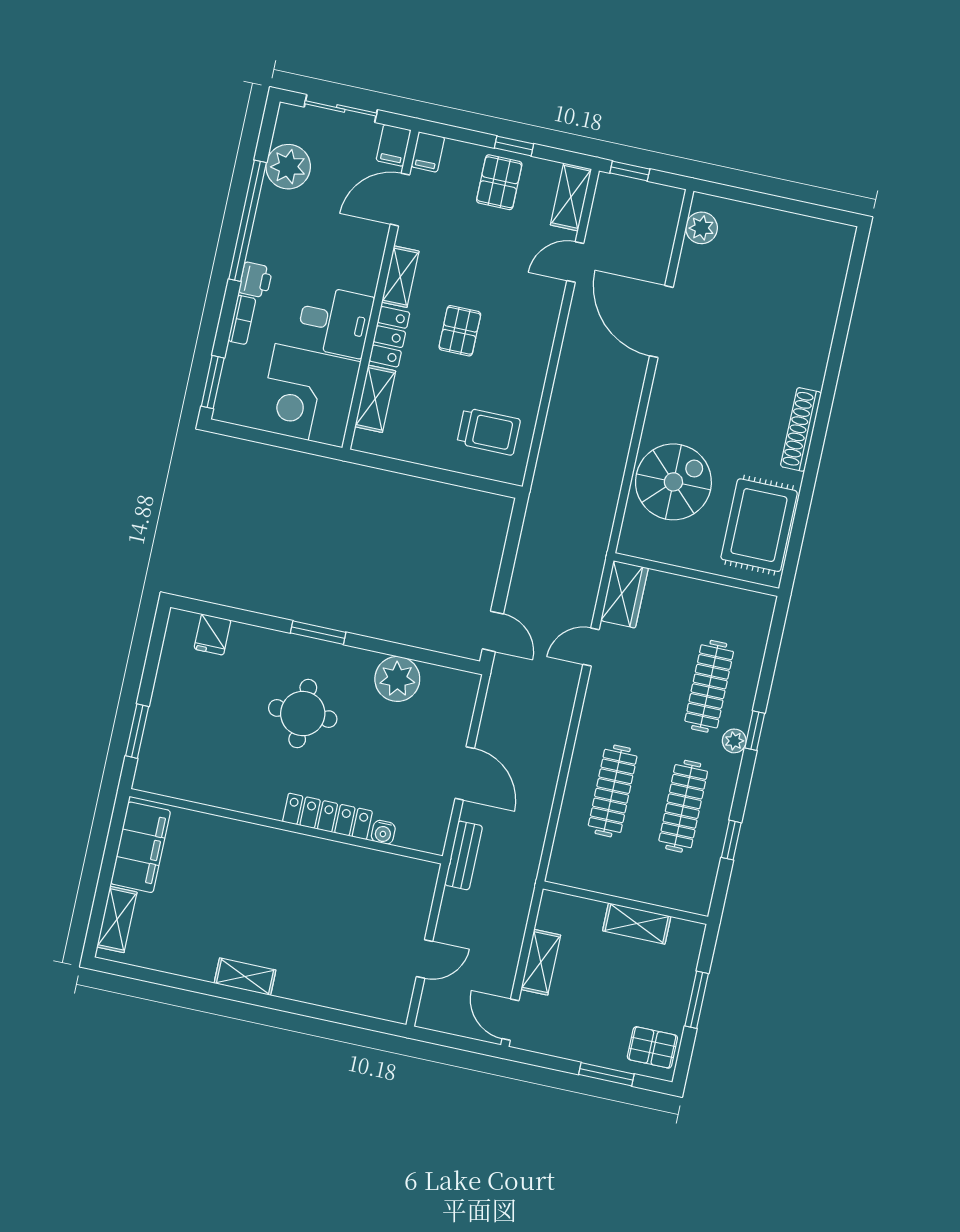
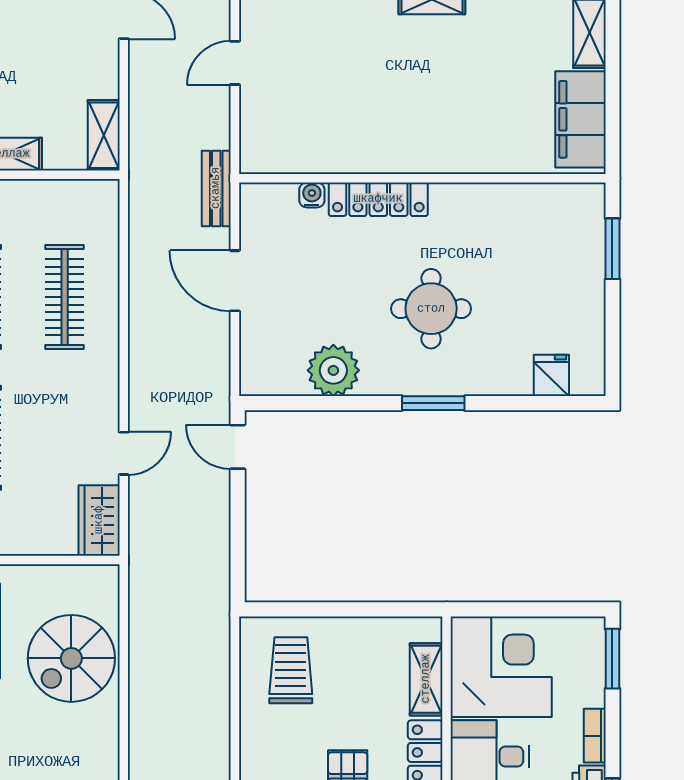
trolley: (489, 431) -> (291, 670), turned 90
shelving: (541, 962) -> (104, 135), moved

